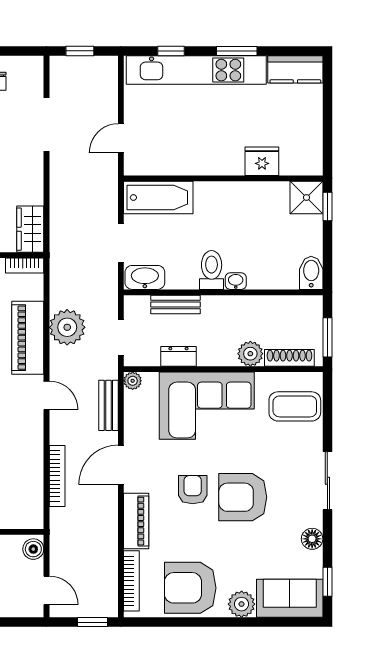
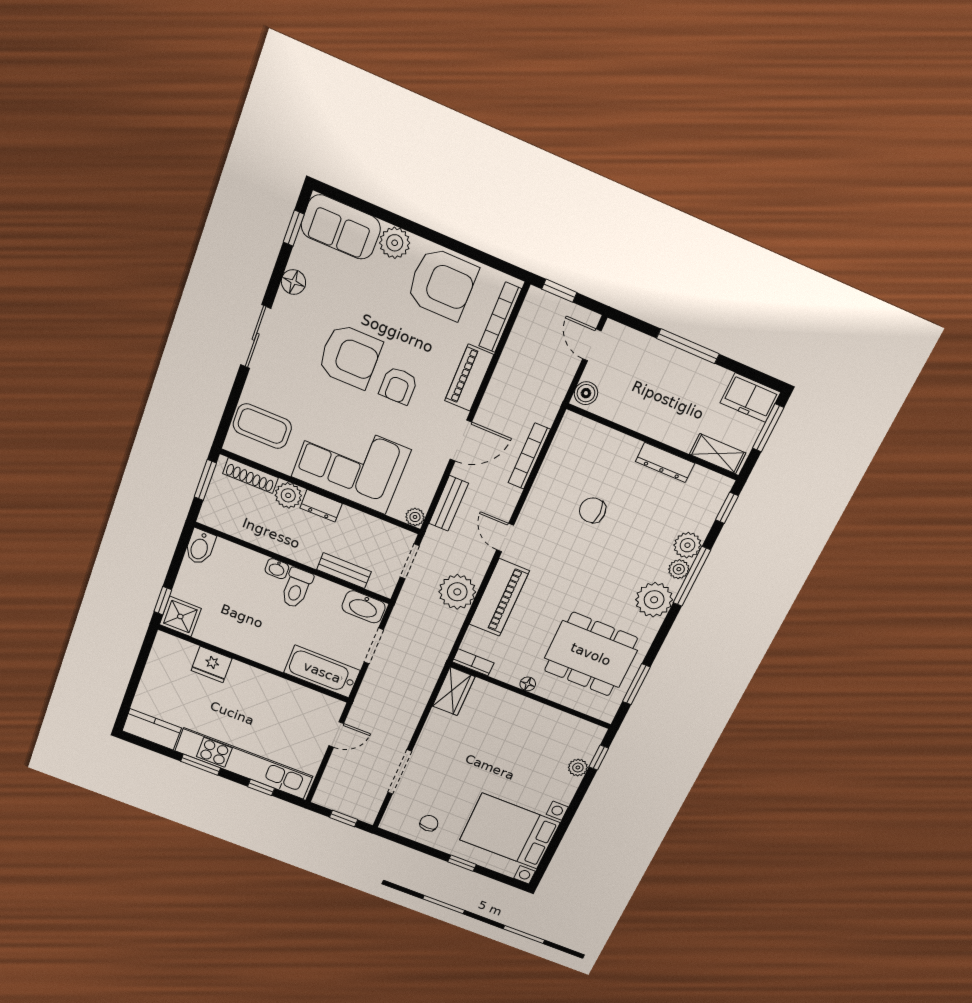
dresser: (178, 356) -> (321, 506), moved

